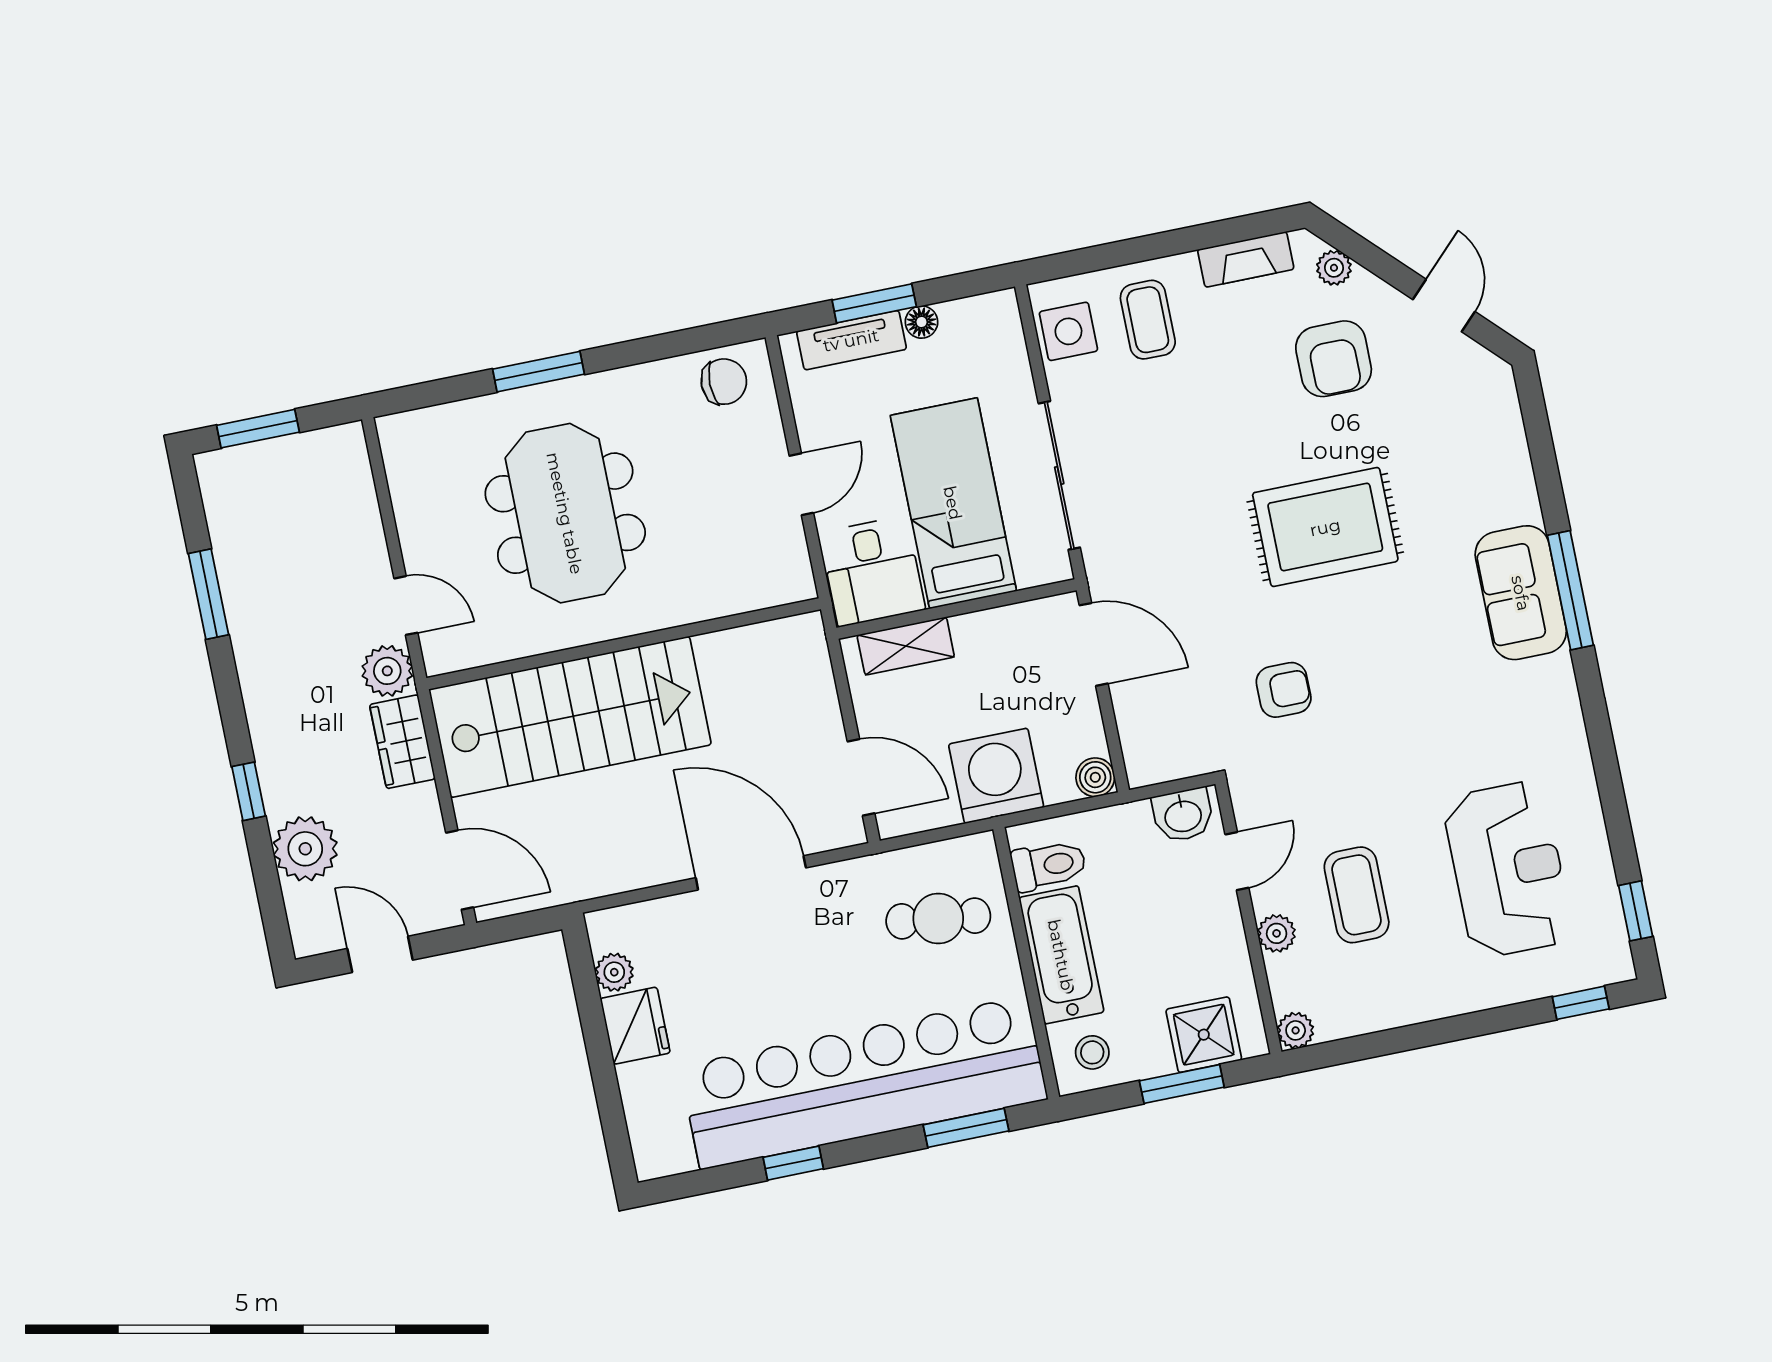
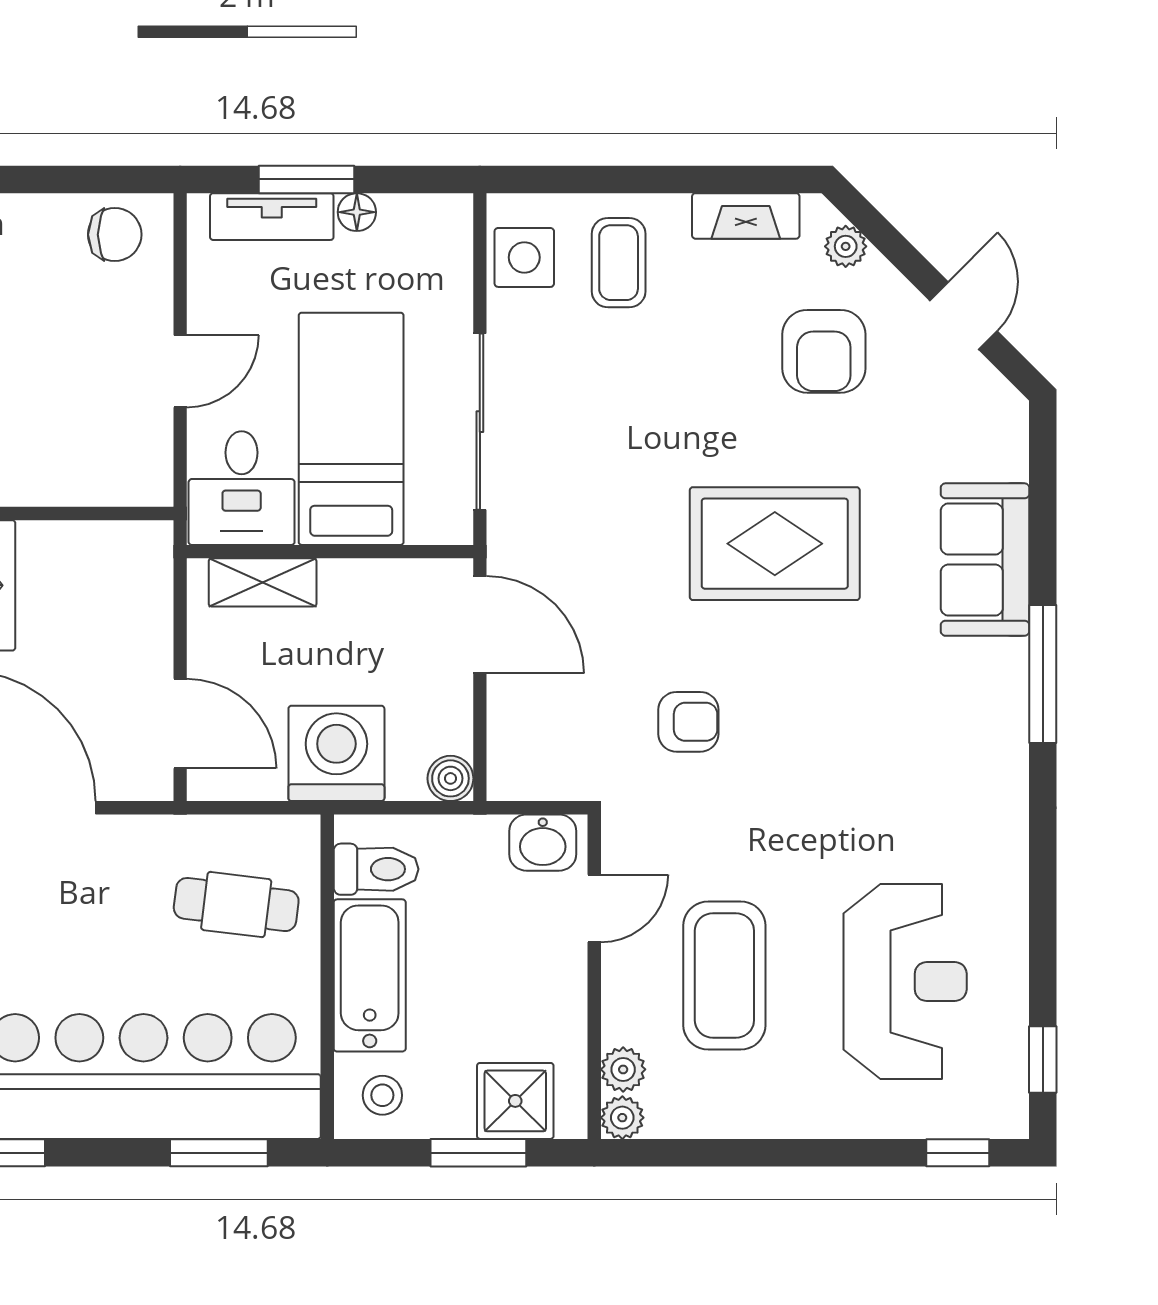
sofa: (1521, 593) -> (985, 560), moved
coffee table: (1357, 895) -> (724, 975), width x1.36, depth x1.32
plant: (1277, 933) -> (623, 1069), moved

